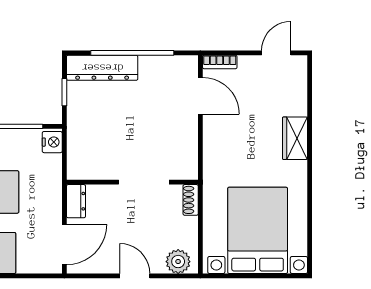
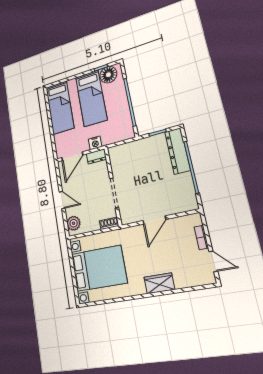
bookcase: (220, 62) -> (201, 237), moved
door: (200, 96) -> (154, 220), moved
nightstand: (52, 142) -> (95, 143), moved
door: (64, 244) -> (72, 156), hinge flipped
door: (135, 276) -> (62, 200), hinge flipped

